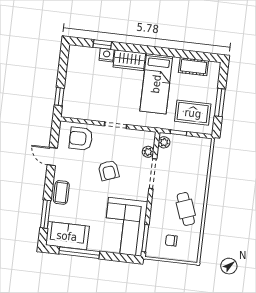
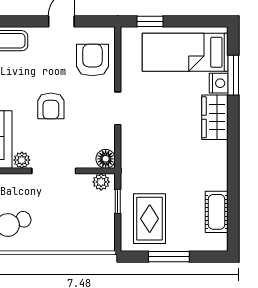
window: (102, 44) -> (233, 75), width x1.50
bed: (156, 84) -> (185, 52), moved
floor lamp: (149, 137) -> (106, 159), added
plant: (148, 152) -> (22, 160), moved
armchair: (109, 170) -> (51, 106), turned -70

